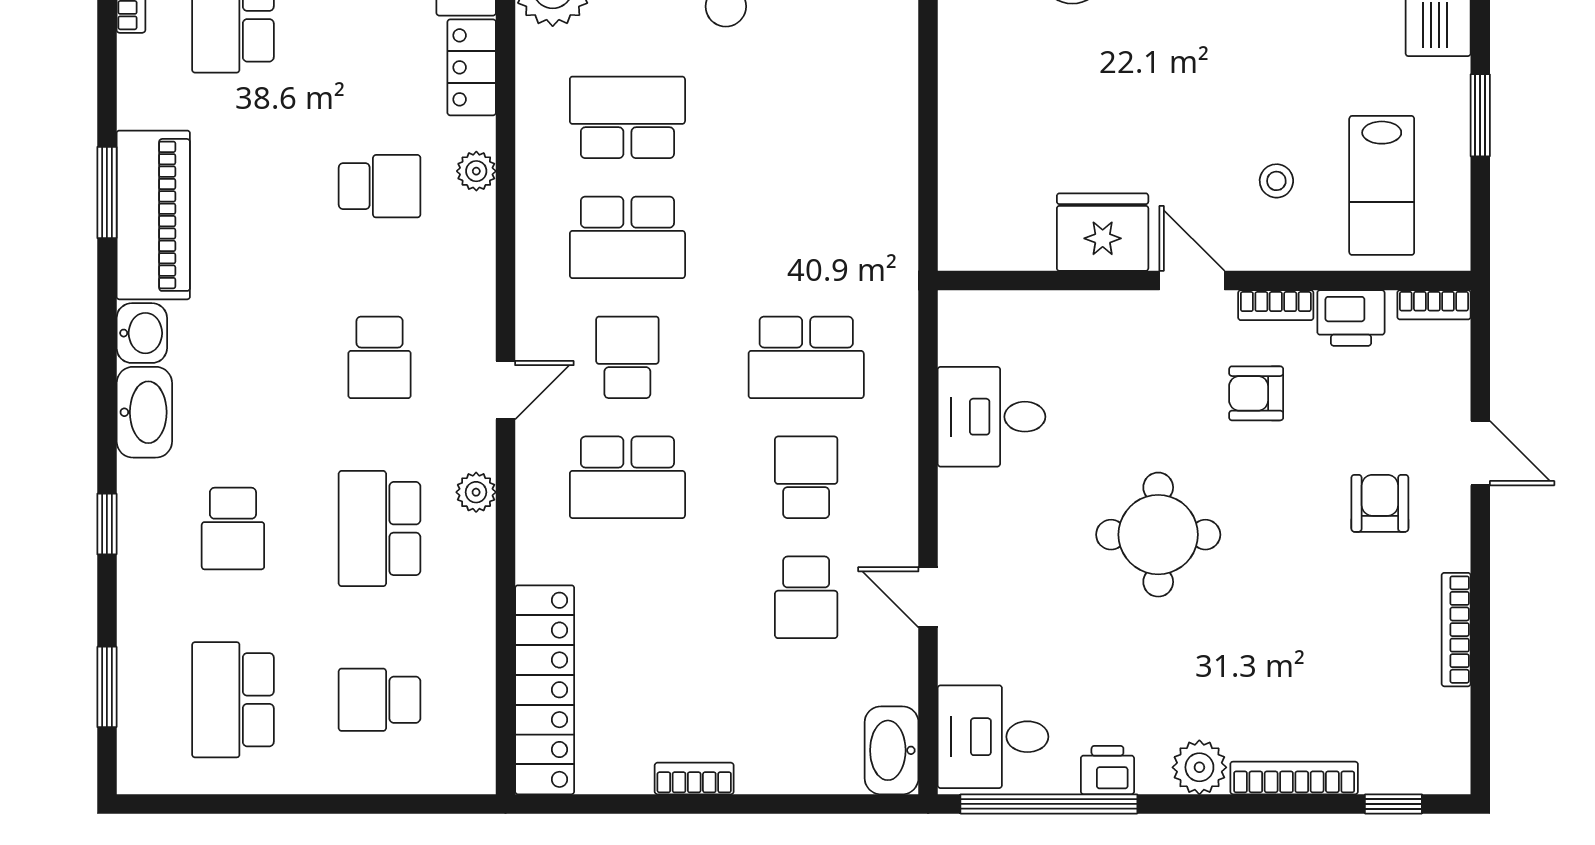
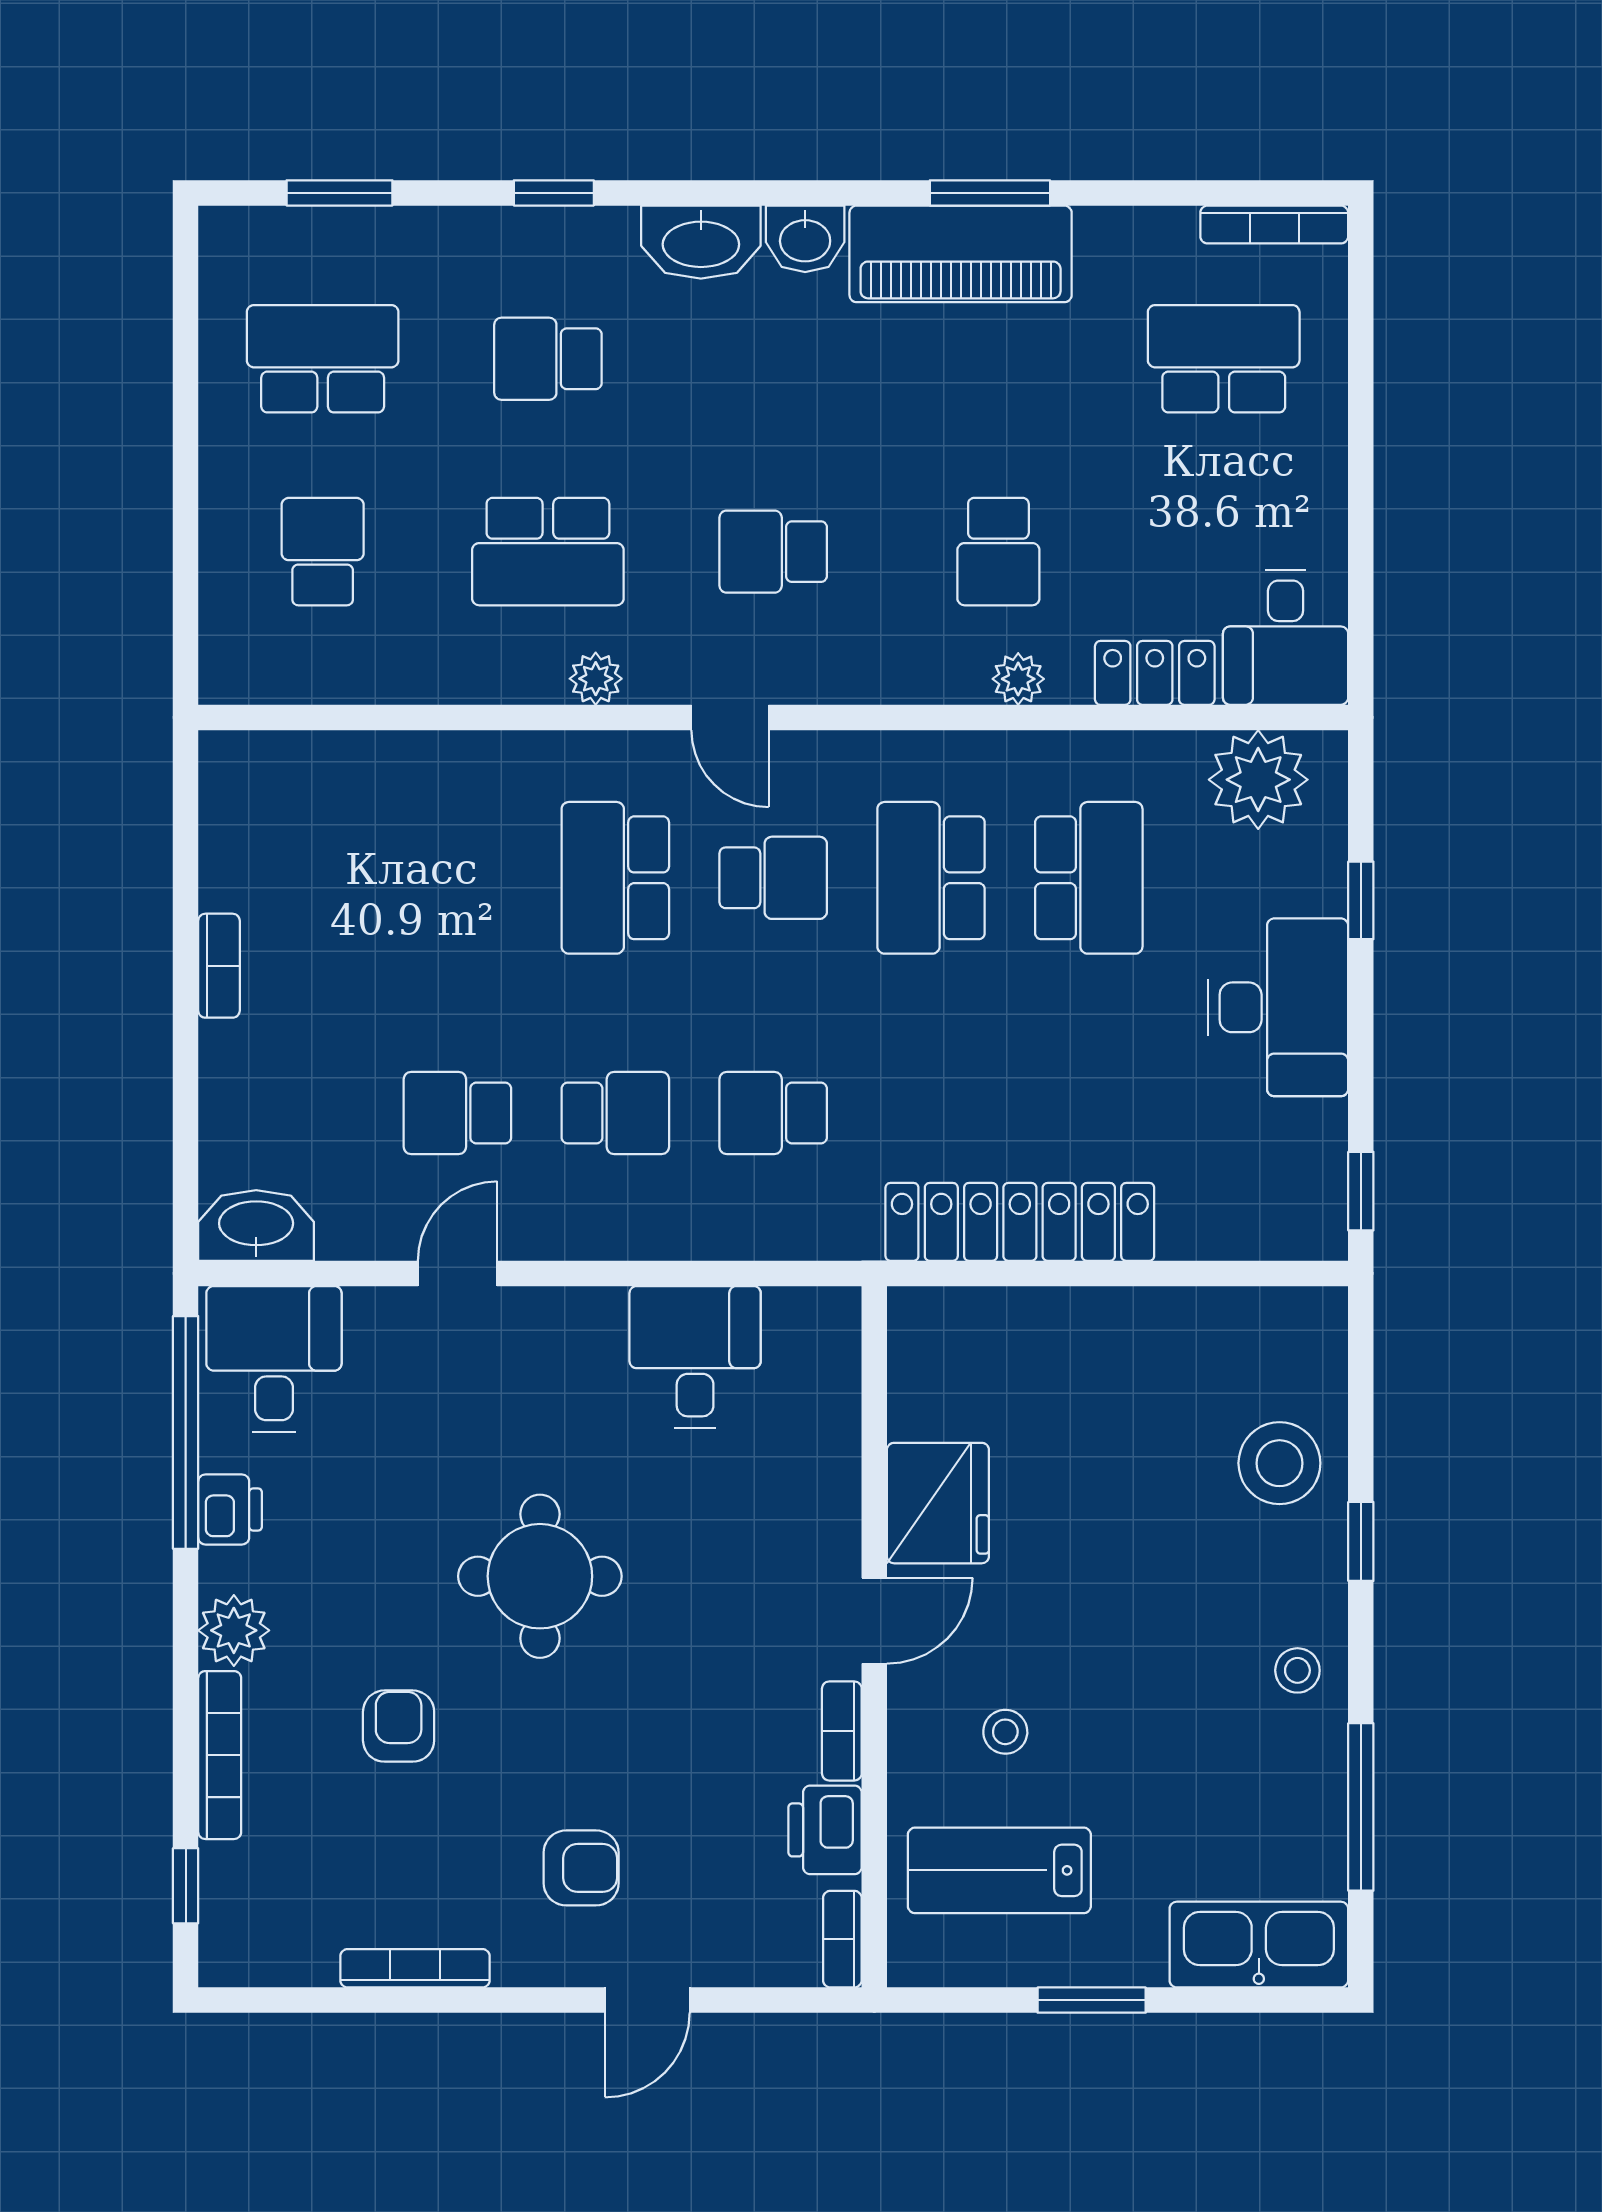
school desk: (806, 357) -> (773, 1113), width x0.54
armchair: (1256, 393) -> (399, 1726), moved
school desk: (380, 529) -> (548, 552), turned 180
locker: (545, 690) -> (1020, 1222), moved, turned 180

